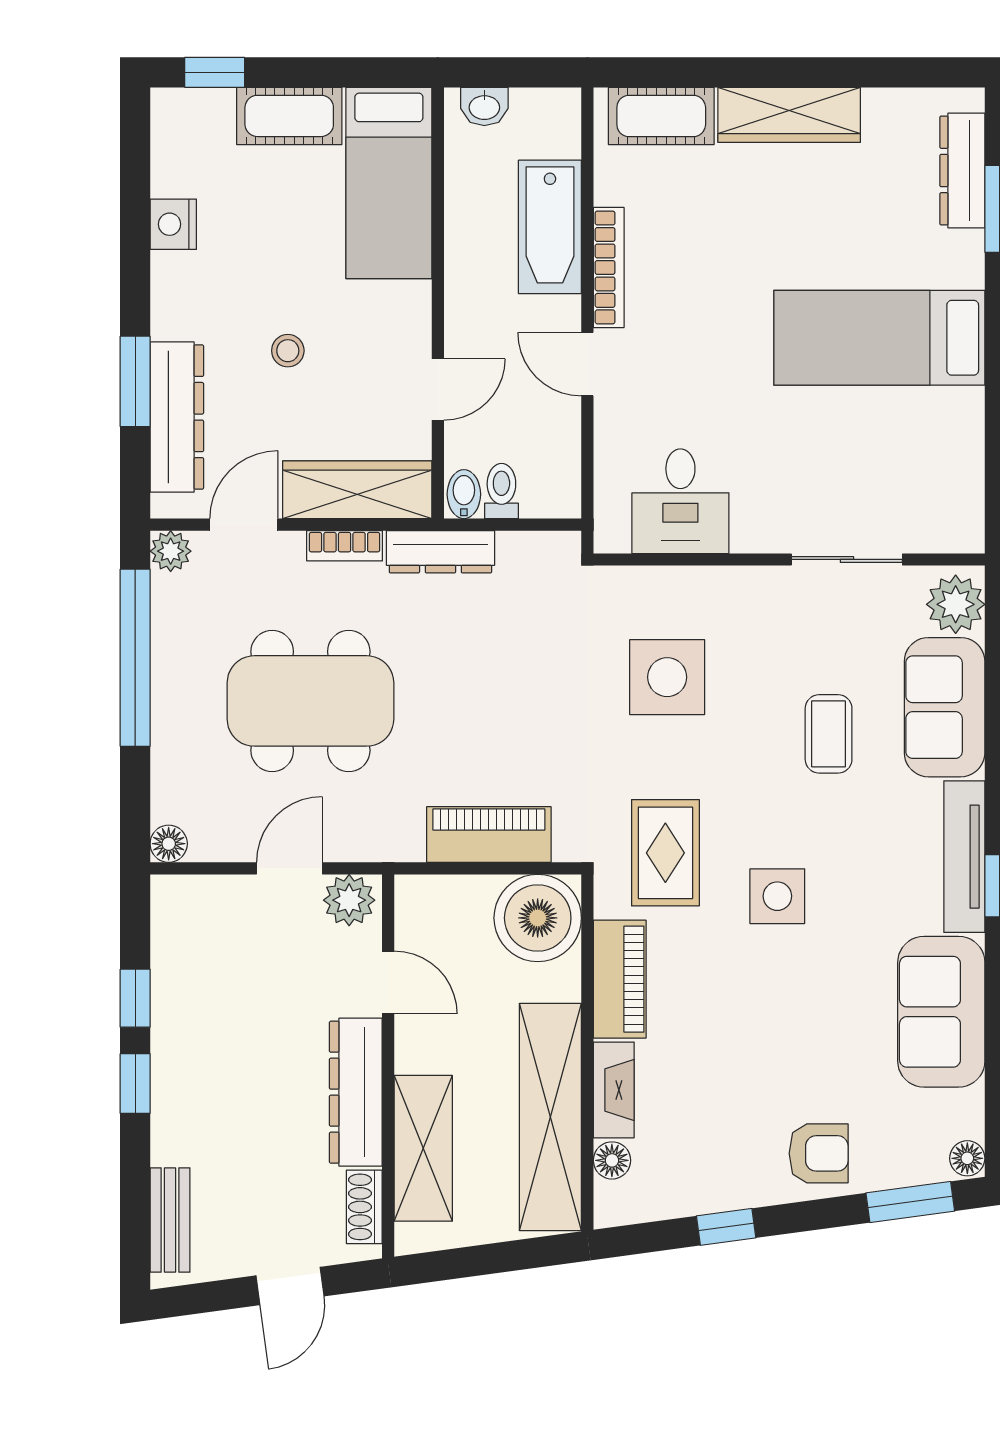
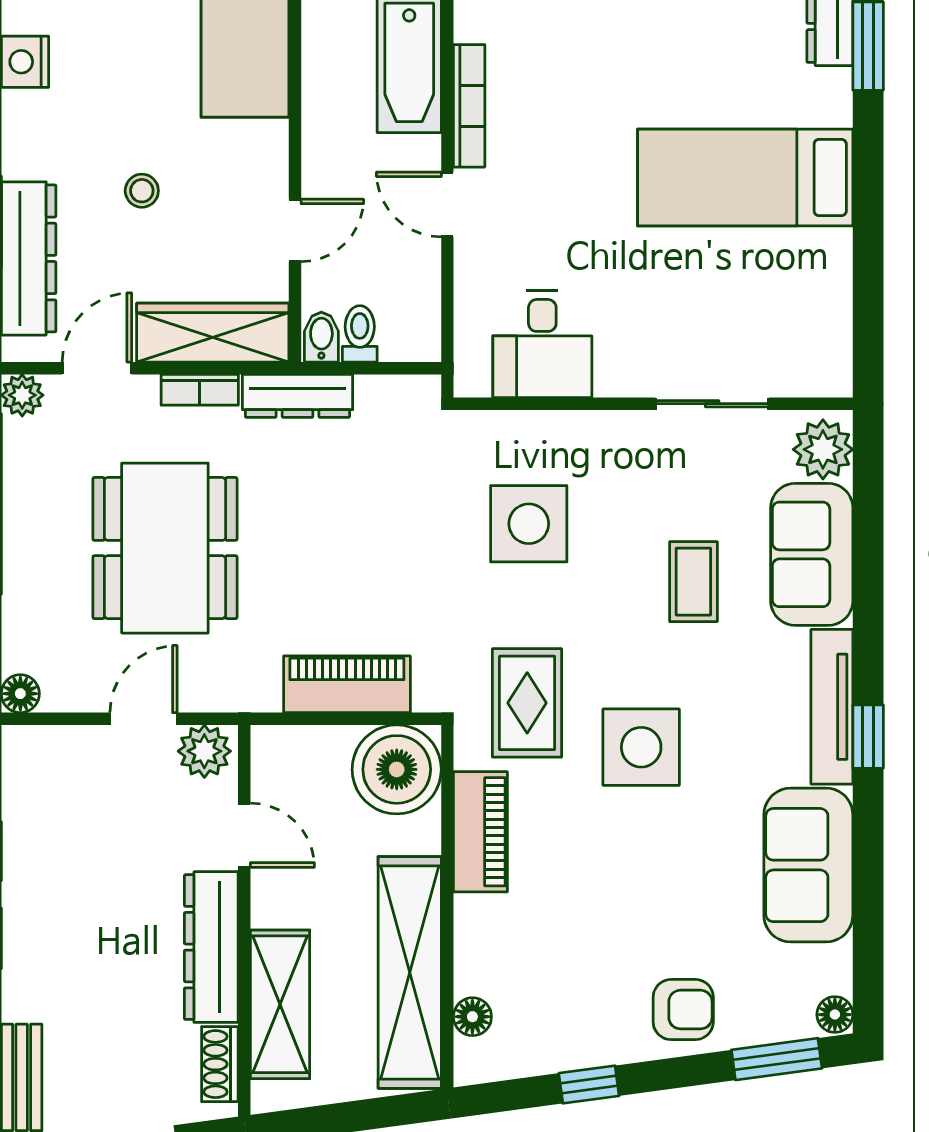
dining table: (310, 701) -> (165, 548), turned 90
side table: (777, 896) -> (641, 747), width x1.37, depth x1.37
fireplace: (614, 1090) -> (474, 945), removed

